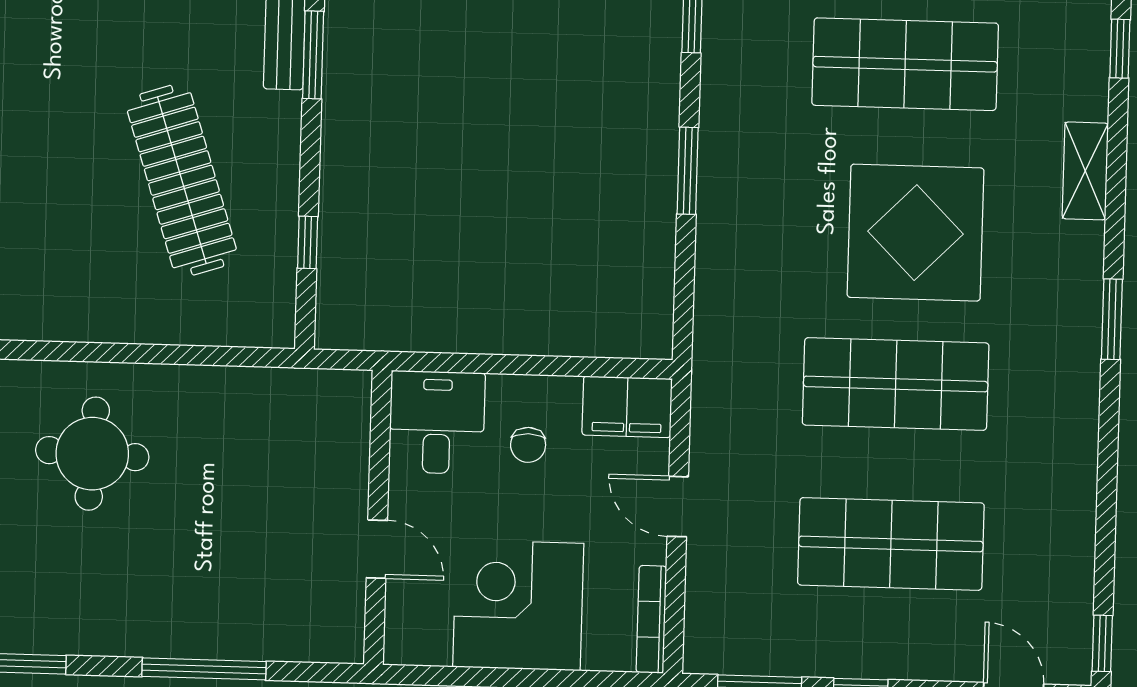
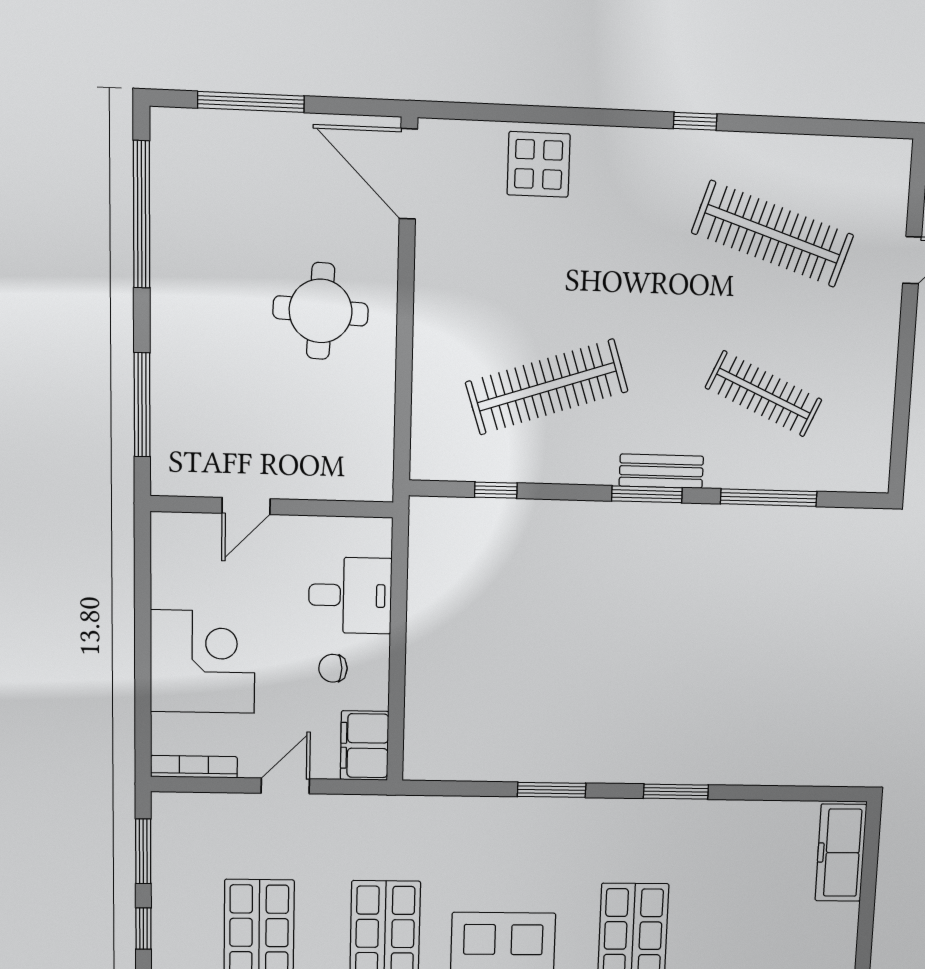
wall: (378, 517) -> (272, 507), moved
door: (377, 549) -> (246, 506), moved

